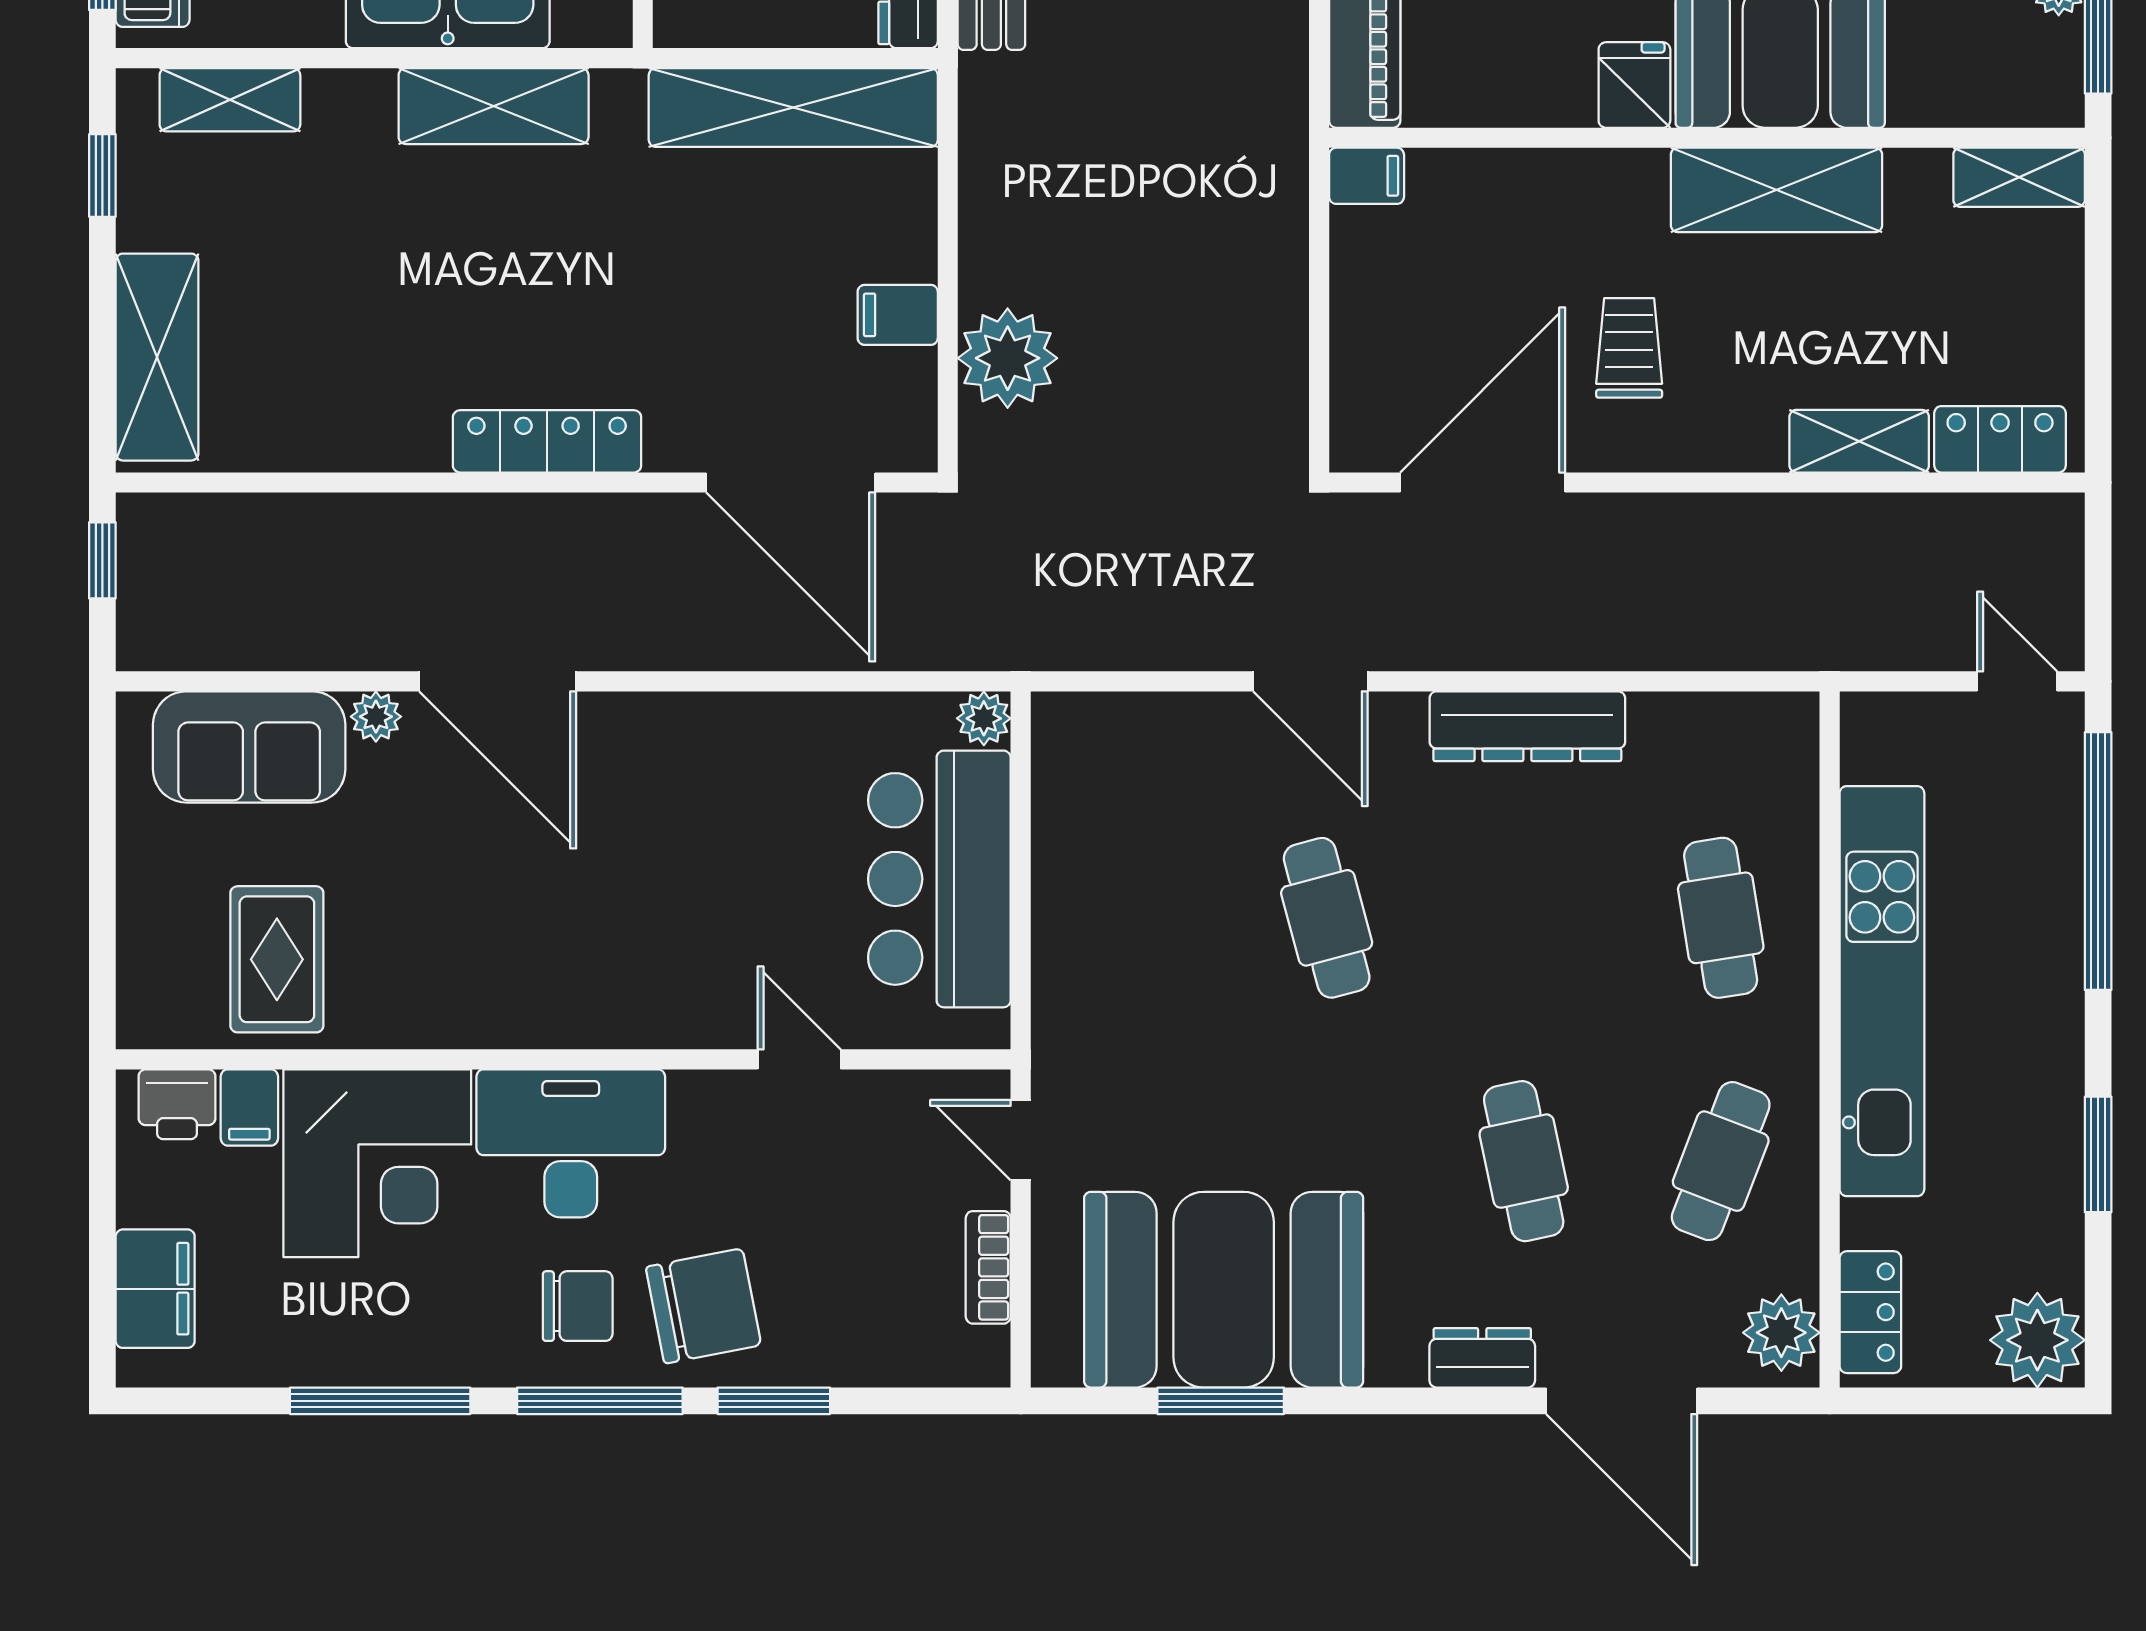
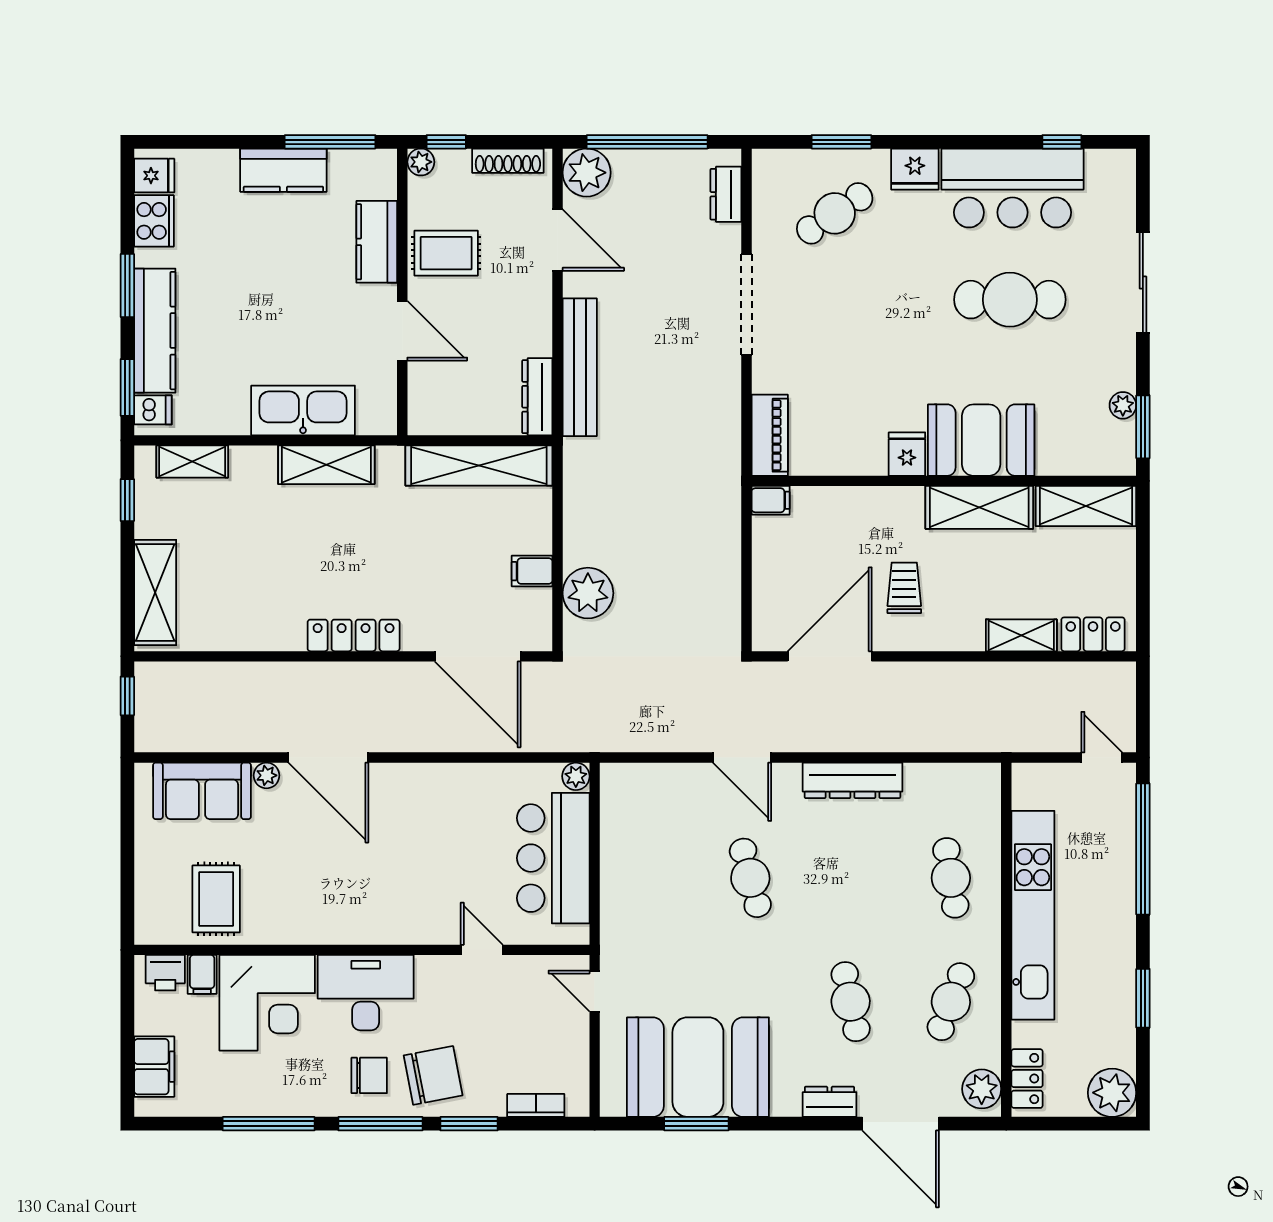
shelving: (2019, 177) -> (1086, 506), width x1.50, depth x1.33
bookcase: (988, 1267) -> (536, 1105), moved, turned 90

